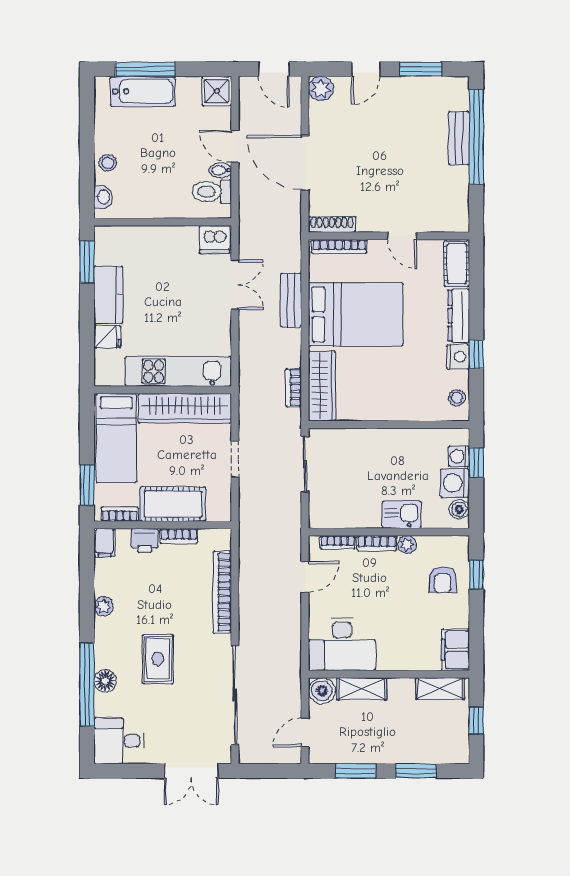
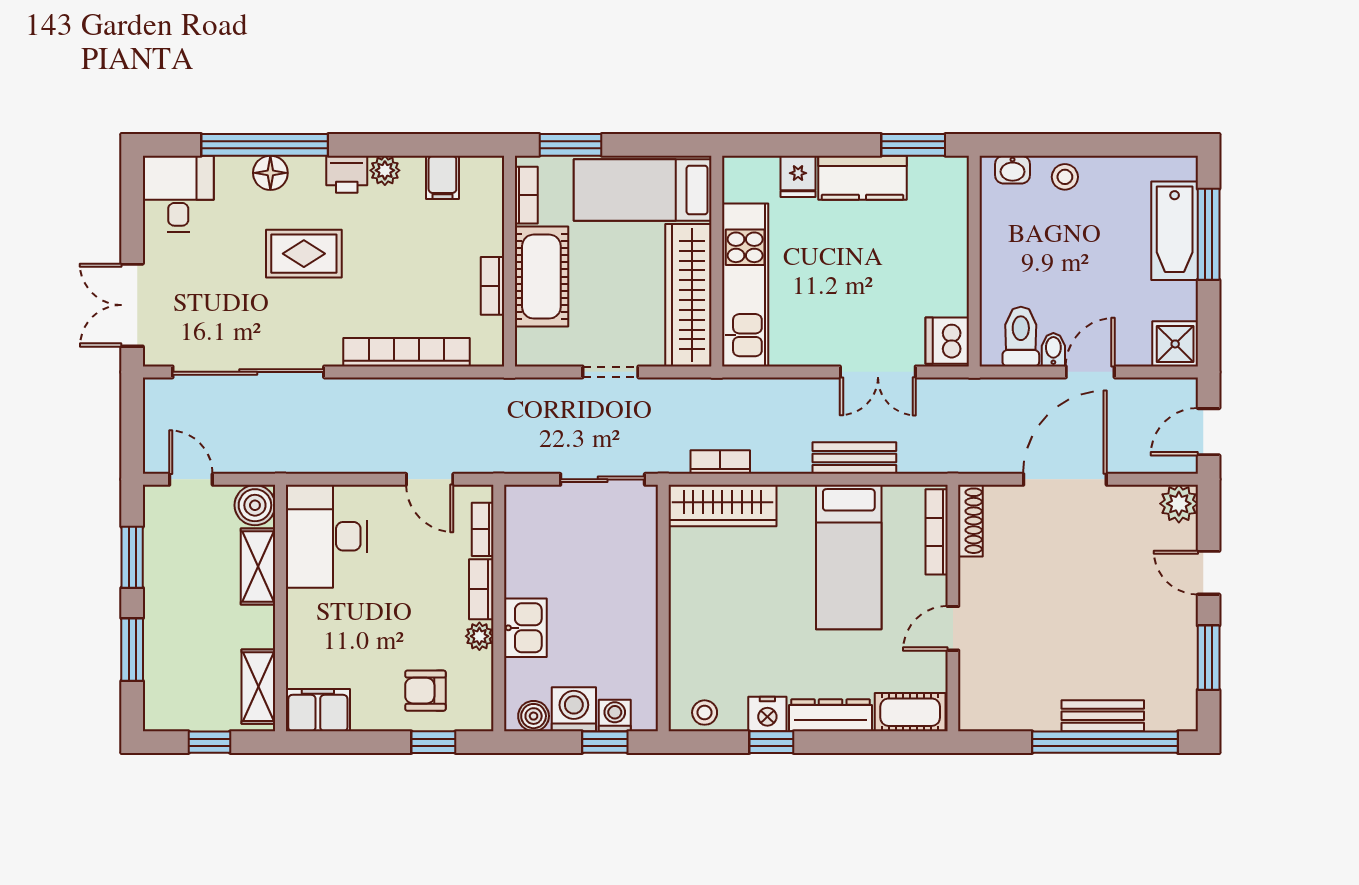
bed: (356, 314) -> (849, 557), width x0.67
printer: (145, 541) -> (347, 174), moved, turned -90
filing cabinet: (105, 543) -> (442, 177), moved, turned -90

